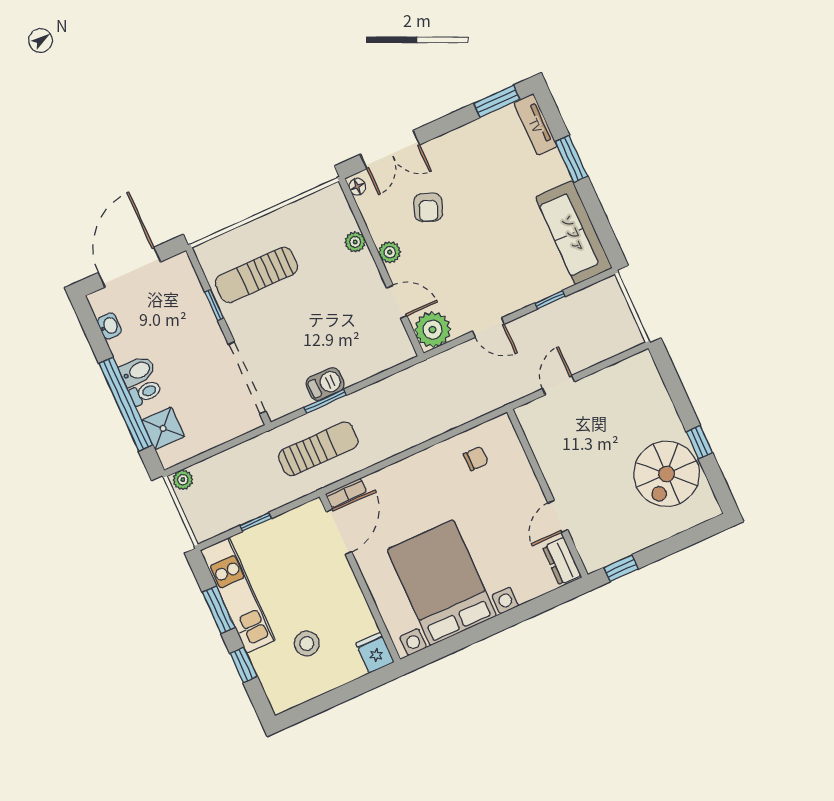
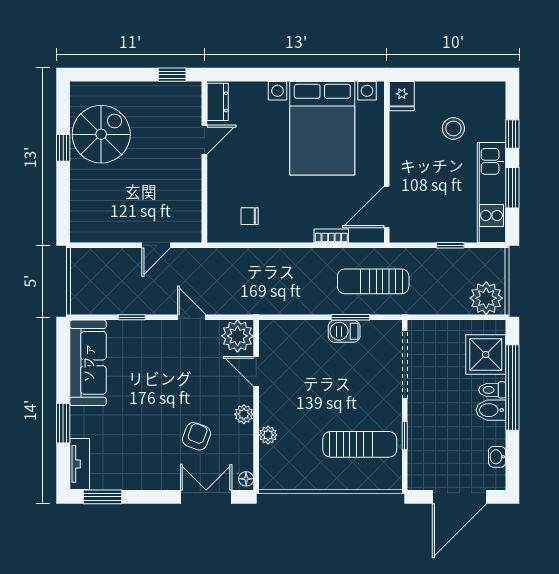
shower: (163, 428) -> (486, 355), width x1.36, depth x1.36
plant: (183, 480) -> (486, 298), width x1.88, depth x1.88
bookcase: (346, 493) -> (331, 236), moved

